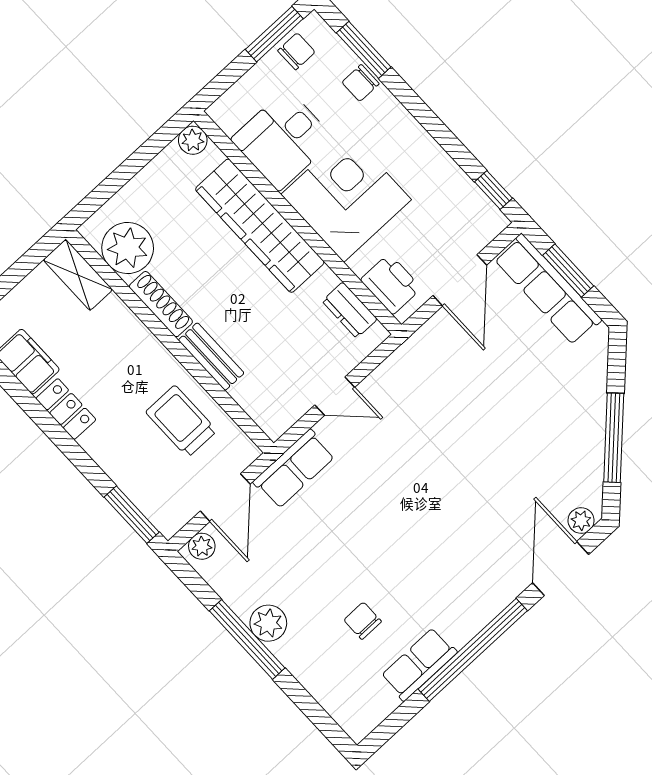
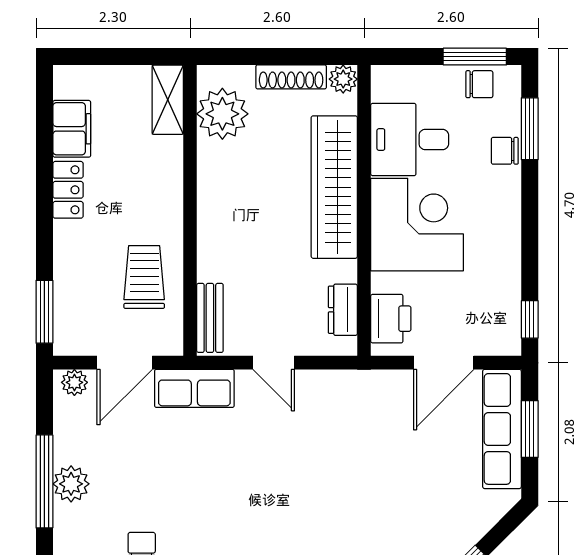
shoe rack: (161, 304) -> (291, 77), moved, turned 90
bench: (211, 357) -> (210, 318), moved

